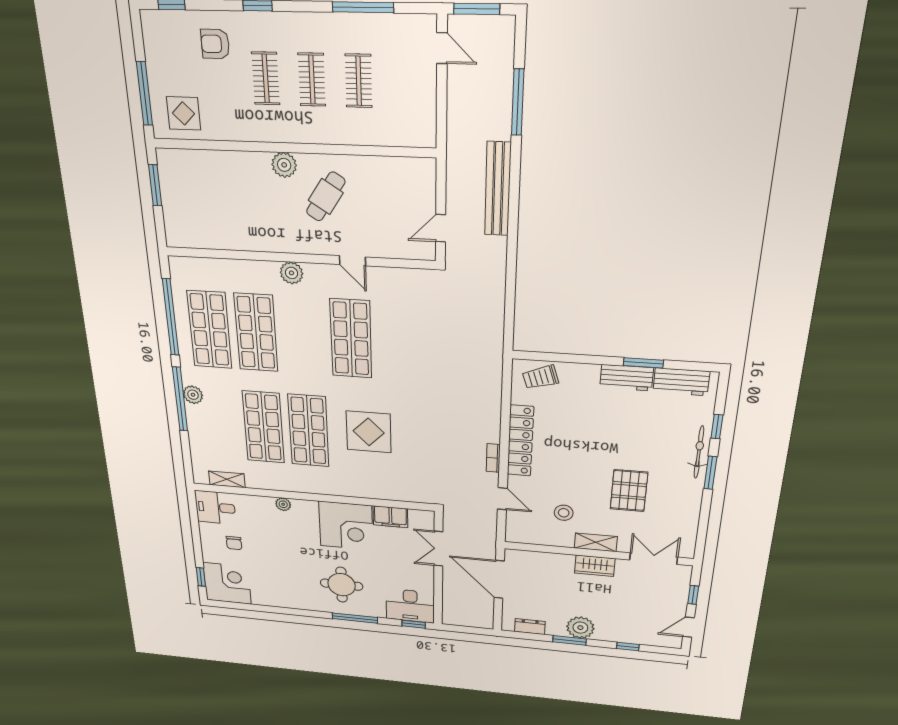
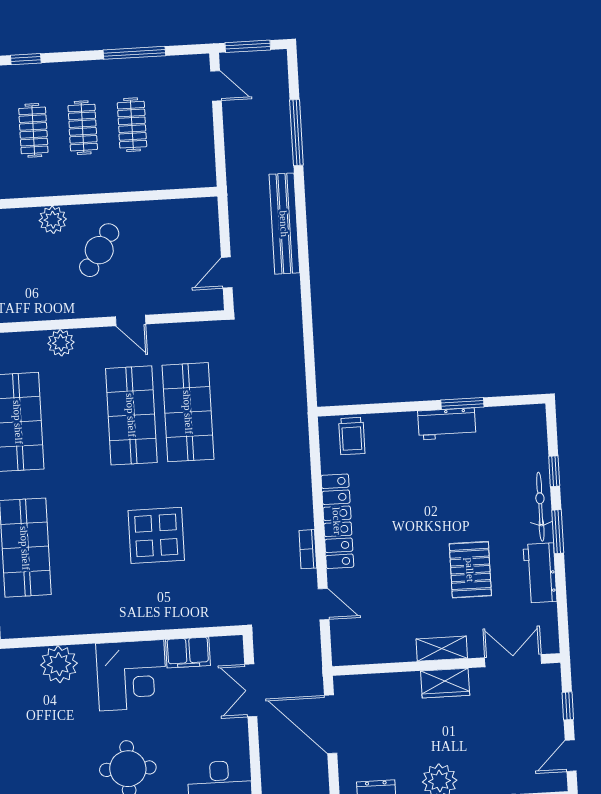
trolley: (540, 377) -> (352, 436), turned -72
workbench: (681, 382) -> (540, 573), moved, turned 90
shop shelf: (308, 431) -> (188, 412), moved
plant: (283, 504) -> (59, 664), width x1.87, depth x1.87
stool: (564, 513) -> (399, 613), removed

